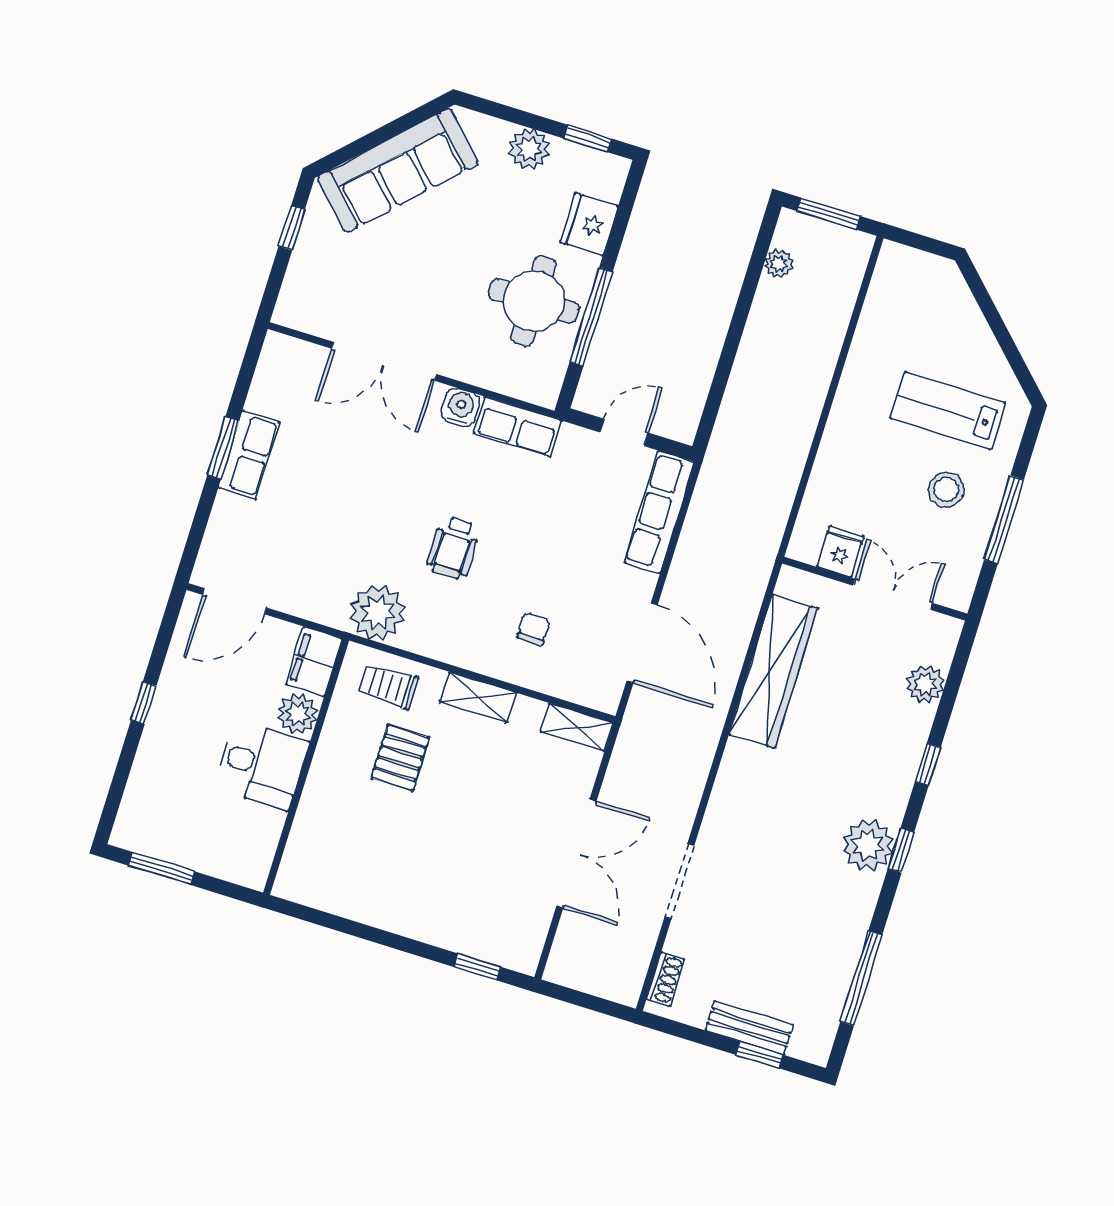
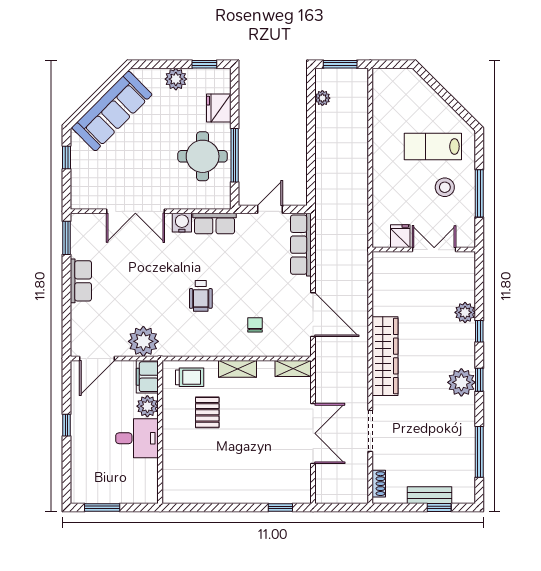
window: (223, 448) -> (67, 238), moved
plant: (377, 612) -> (143, 341), moved
wardrobe: (773, 671) -> (385, 356), moved
plant: (925, 684) -> (465, 312), moved
trolley: (389, 686) -> (190, 377), turned 180

